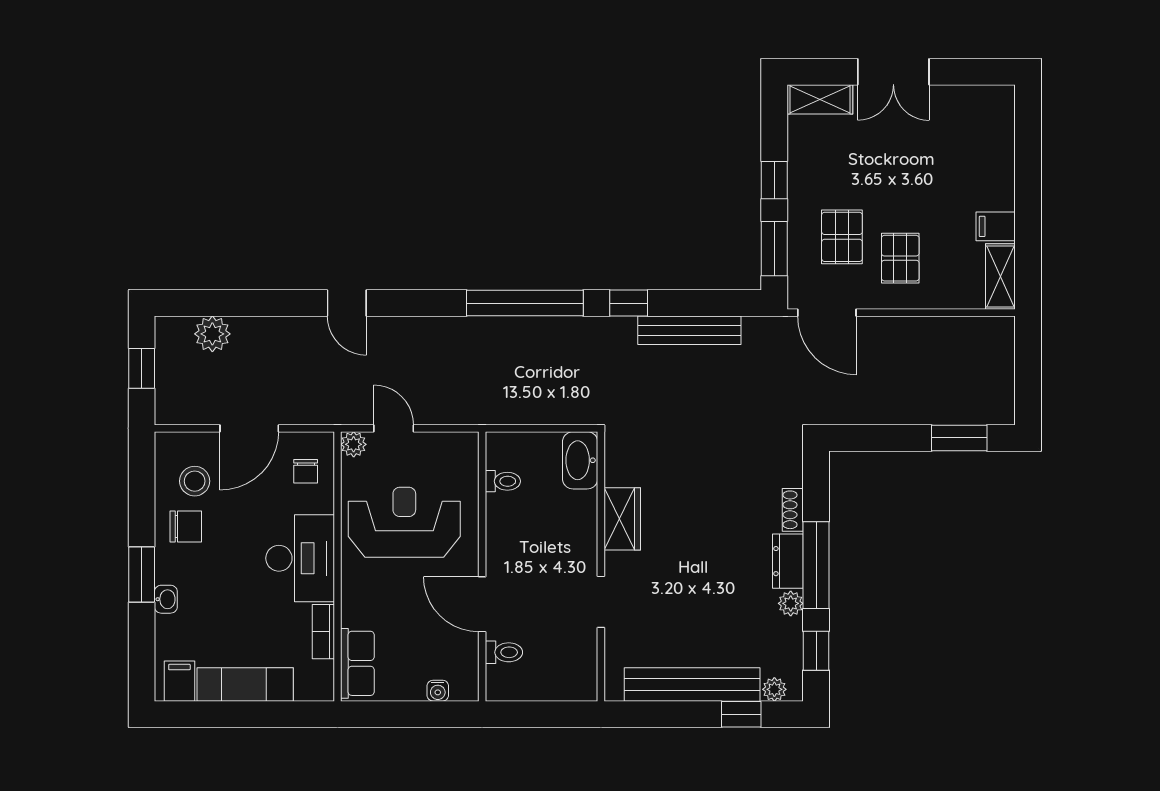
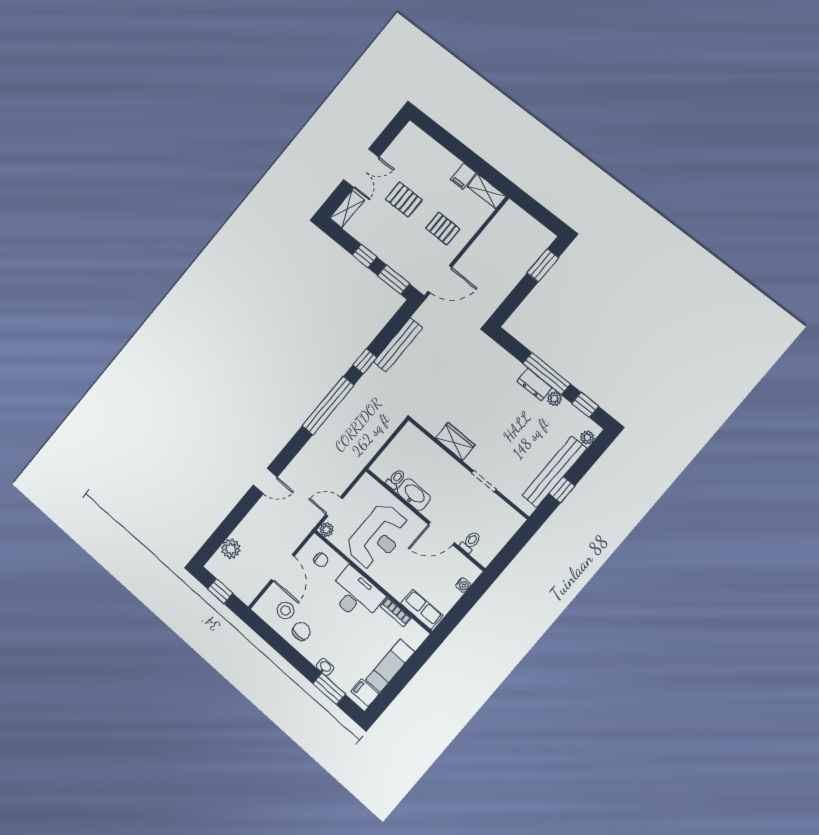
pallet: (842, 237) -> (404, 199), moved
washbasin: (580, 460) -> (414, 495), moved, turned 180
shoe rack: (793, 510) -> (513, 364), removed
reception desk: (404, 522) -> (378, 536), turned 180
window: (142, 575) -> (329, 689), moved
window: (741, 714) -> (562, 490), moved

